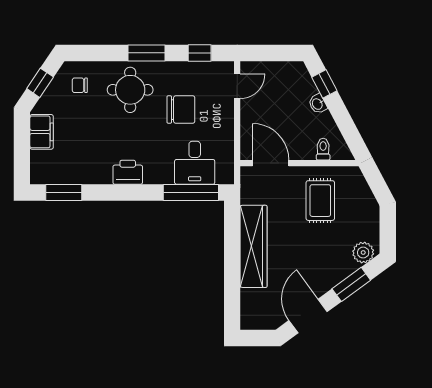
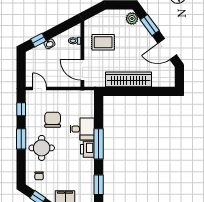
desk: (195, 163) -> (82, 129), moved
door: (271, 163) -> (82, 70), hinge flipped
window: (191, 192) -> (99, 144), moved

